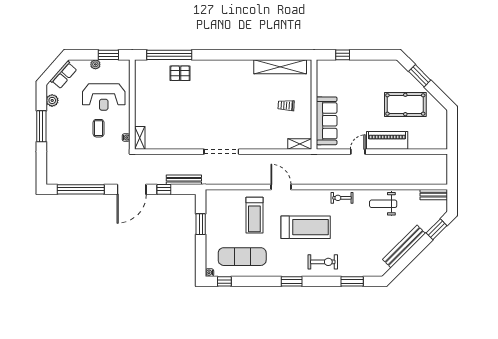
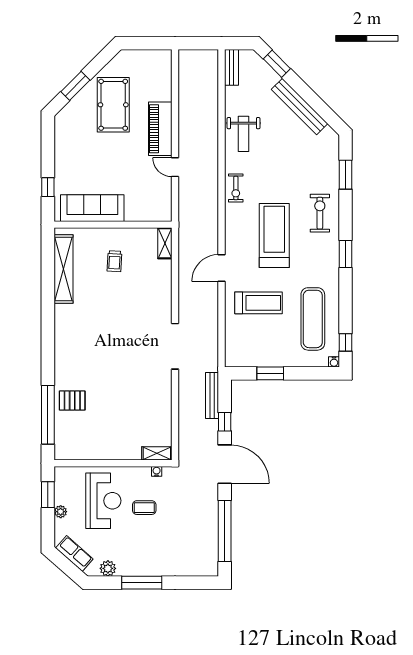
pallet: (180, 73) -> (72, 401), turned 90
sofa: (327, 121) -> (92, 208), moved

